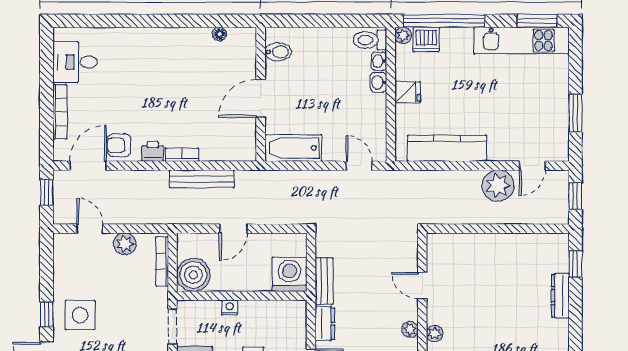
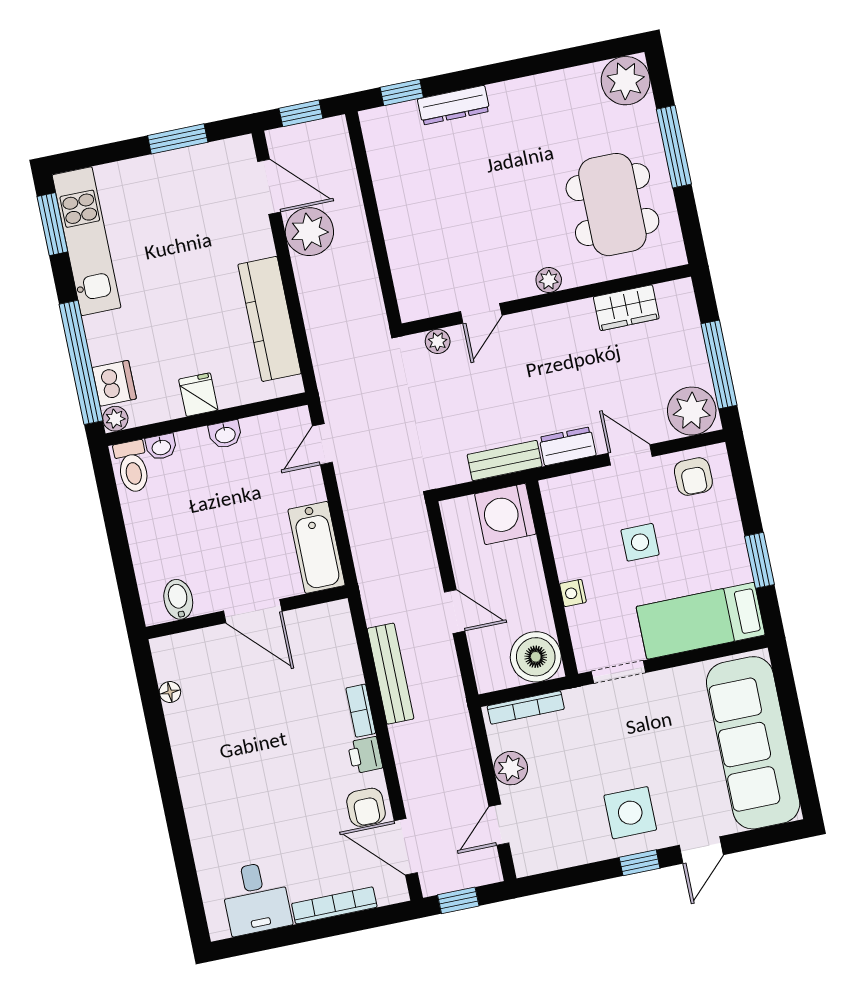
washbasin: (378, 82) -> (225, 434), moved
door: (532, 166) -> (269, 187), width x1.38
plant: (410, 329) -> (438, 341), moved

